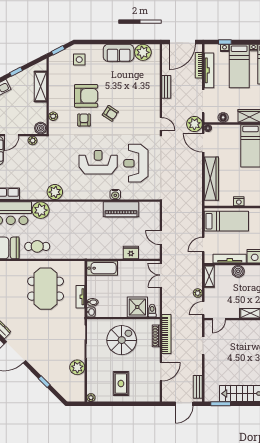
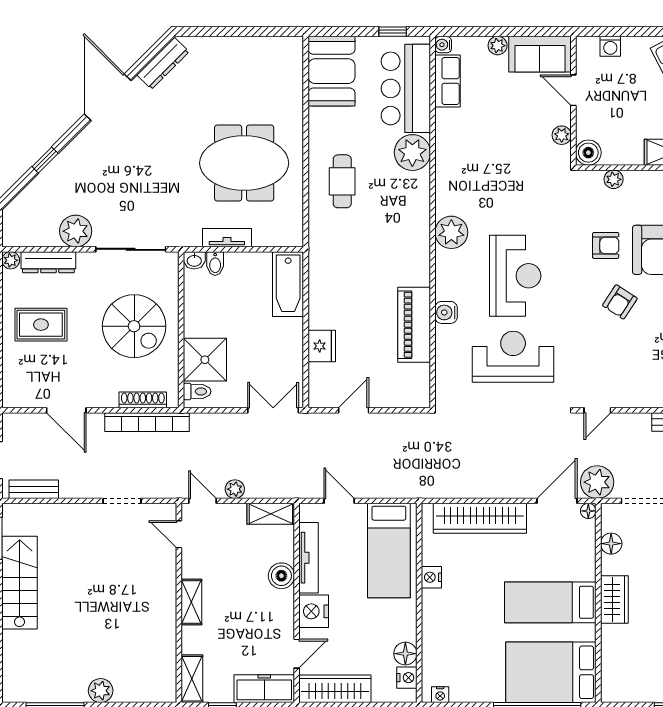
plant: (55, 192) -> (451, 232), moved
cafe table: (37, 246) -> (342, 181), moved
dresser: (92, 380) -> (48, 262), added

